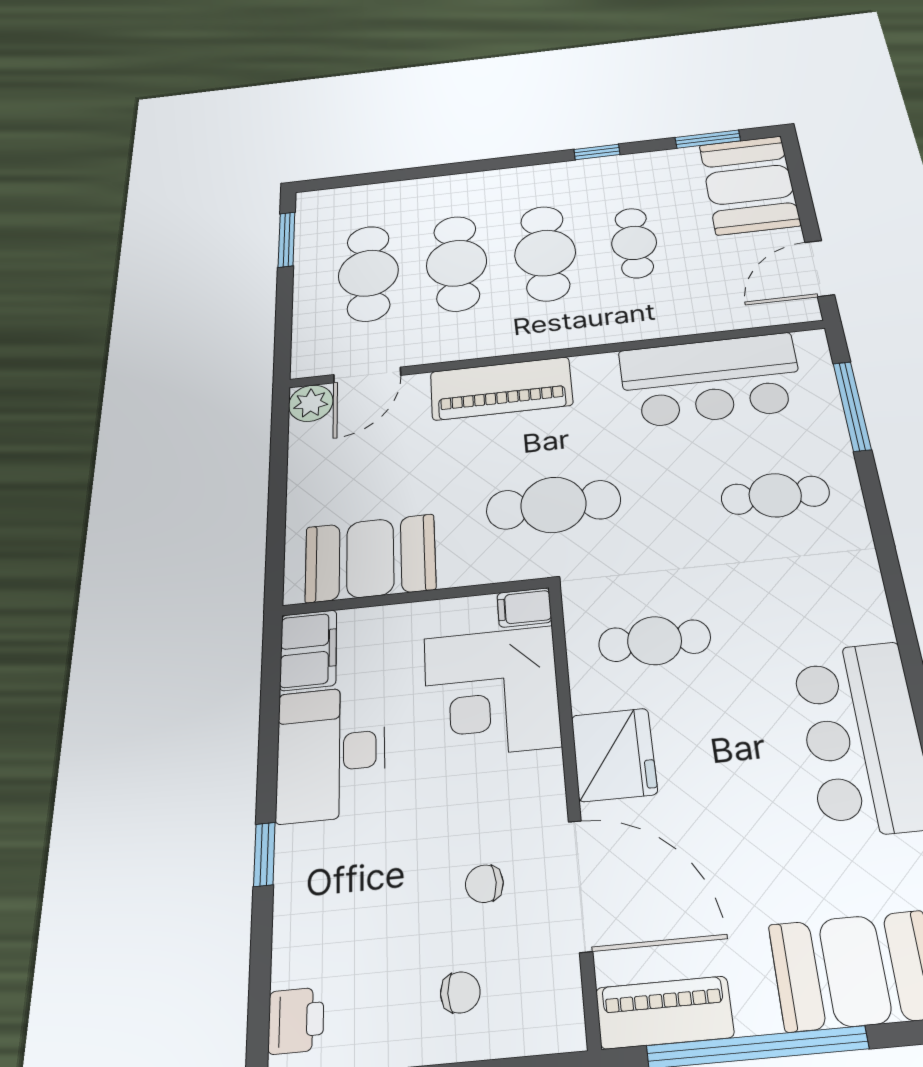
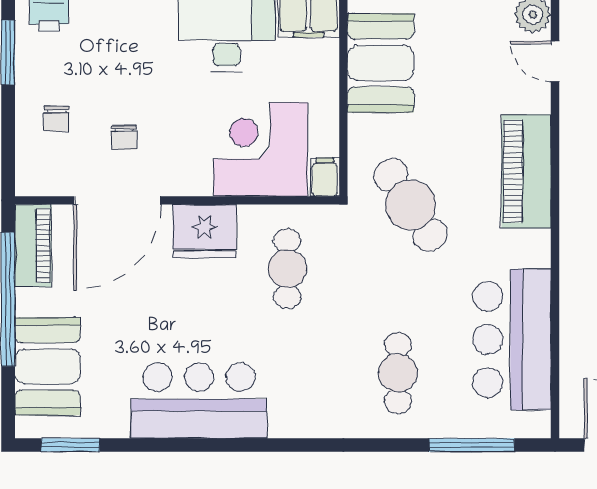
door: (367, 375) -> (555, 61), width x0.73
cafe table: (553, 505) -> (410, 205), turned -33
chair: (484, 884) -> (124, 137), turned 180

